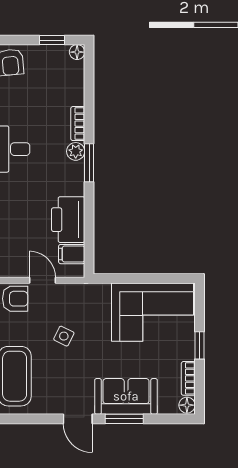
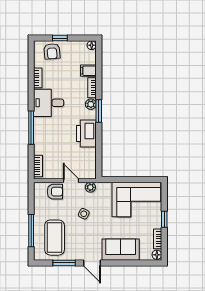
window: (52, 40) -> (60, 38), moved
printer: (68, 220) -> (86, 134), moved
filing cabinet: (72, 254) -> (88, 71), moved
plant: (75, 291) -> (90, 187), added
window: (124, 419) -> (64, 263), moved

